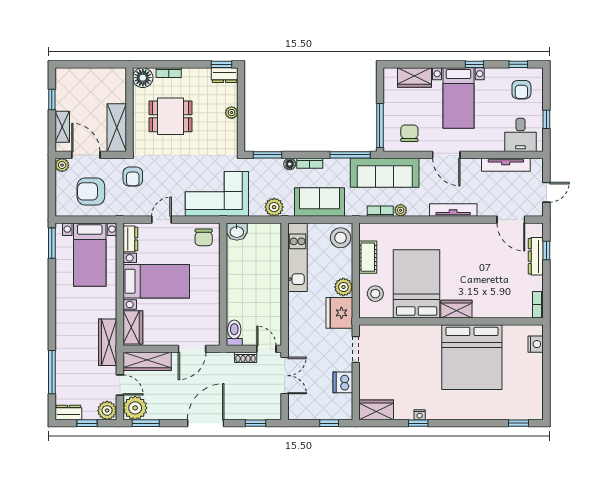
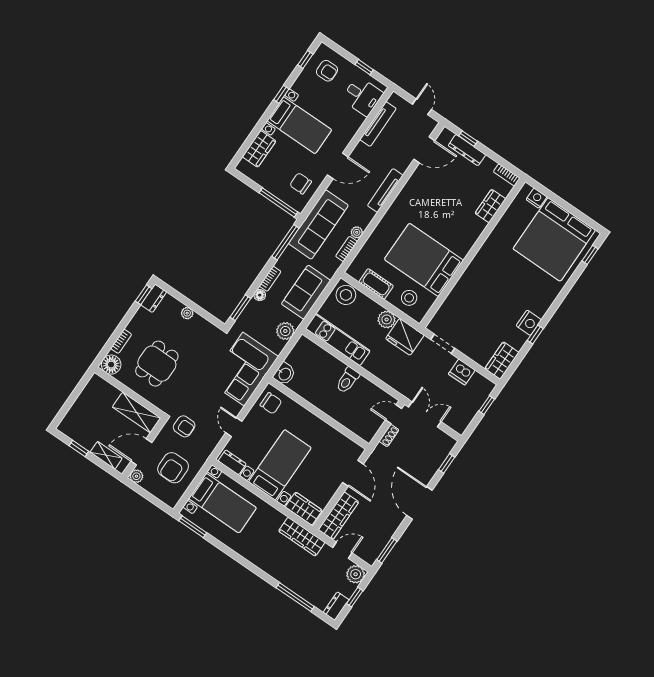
wardrobe: (456, 309) -> (490, 206), moved
toilet: (234, 333) -> (348, 380), moved, turned -90
bed: (472, 357) -> (554, 239), moved, turned 90
plant: (135, 408) -> (369, 551), removed
nightstand: (420, 415) -> (529, 323), width x1.89, depth x1.79

